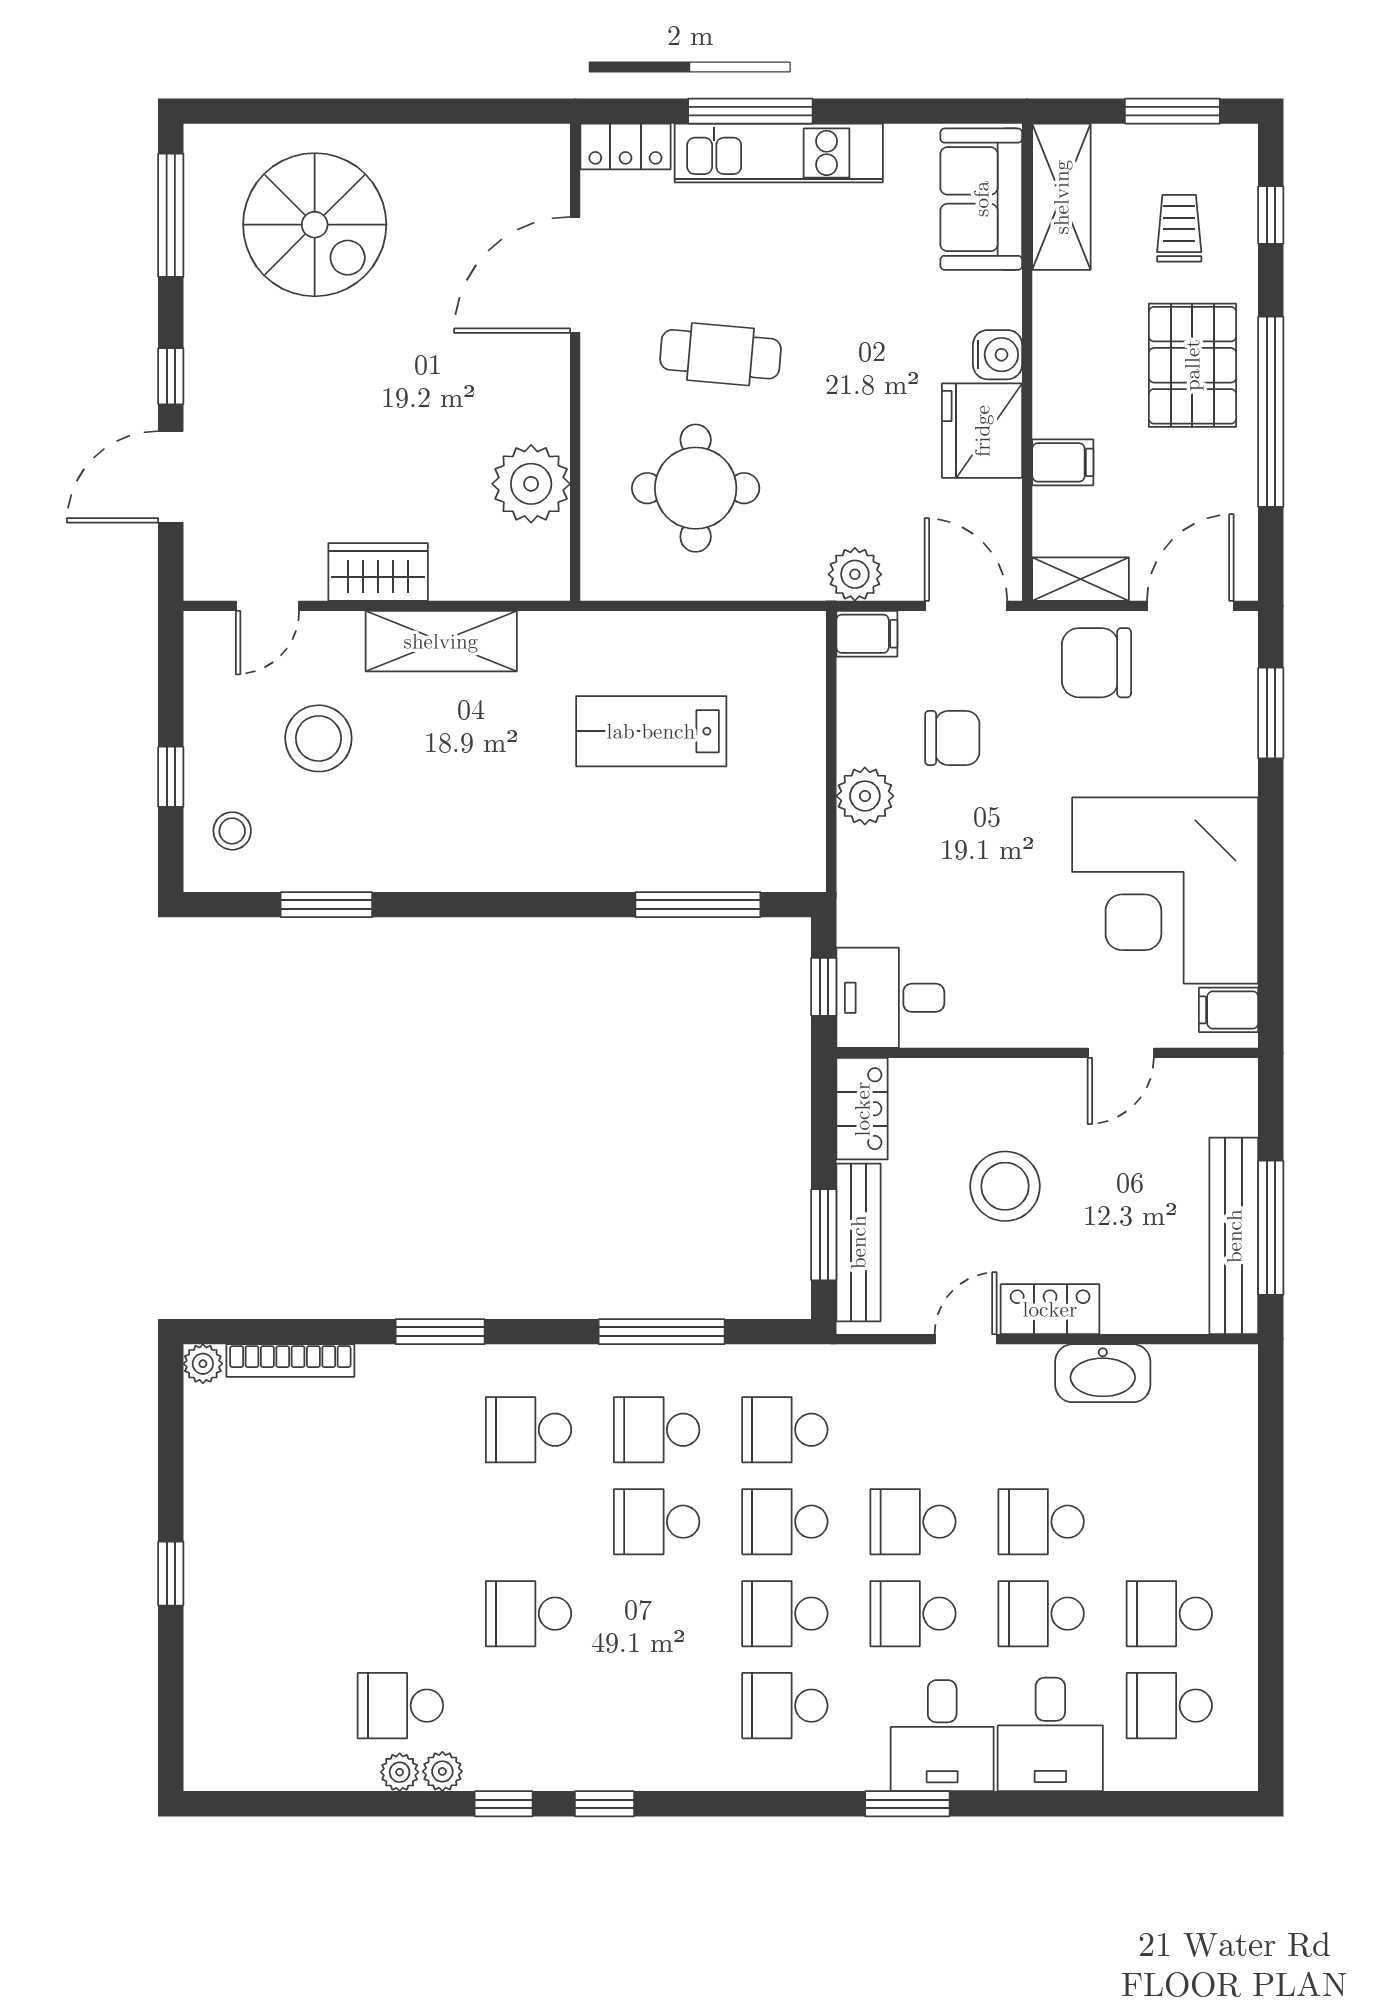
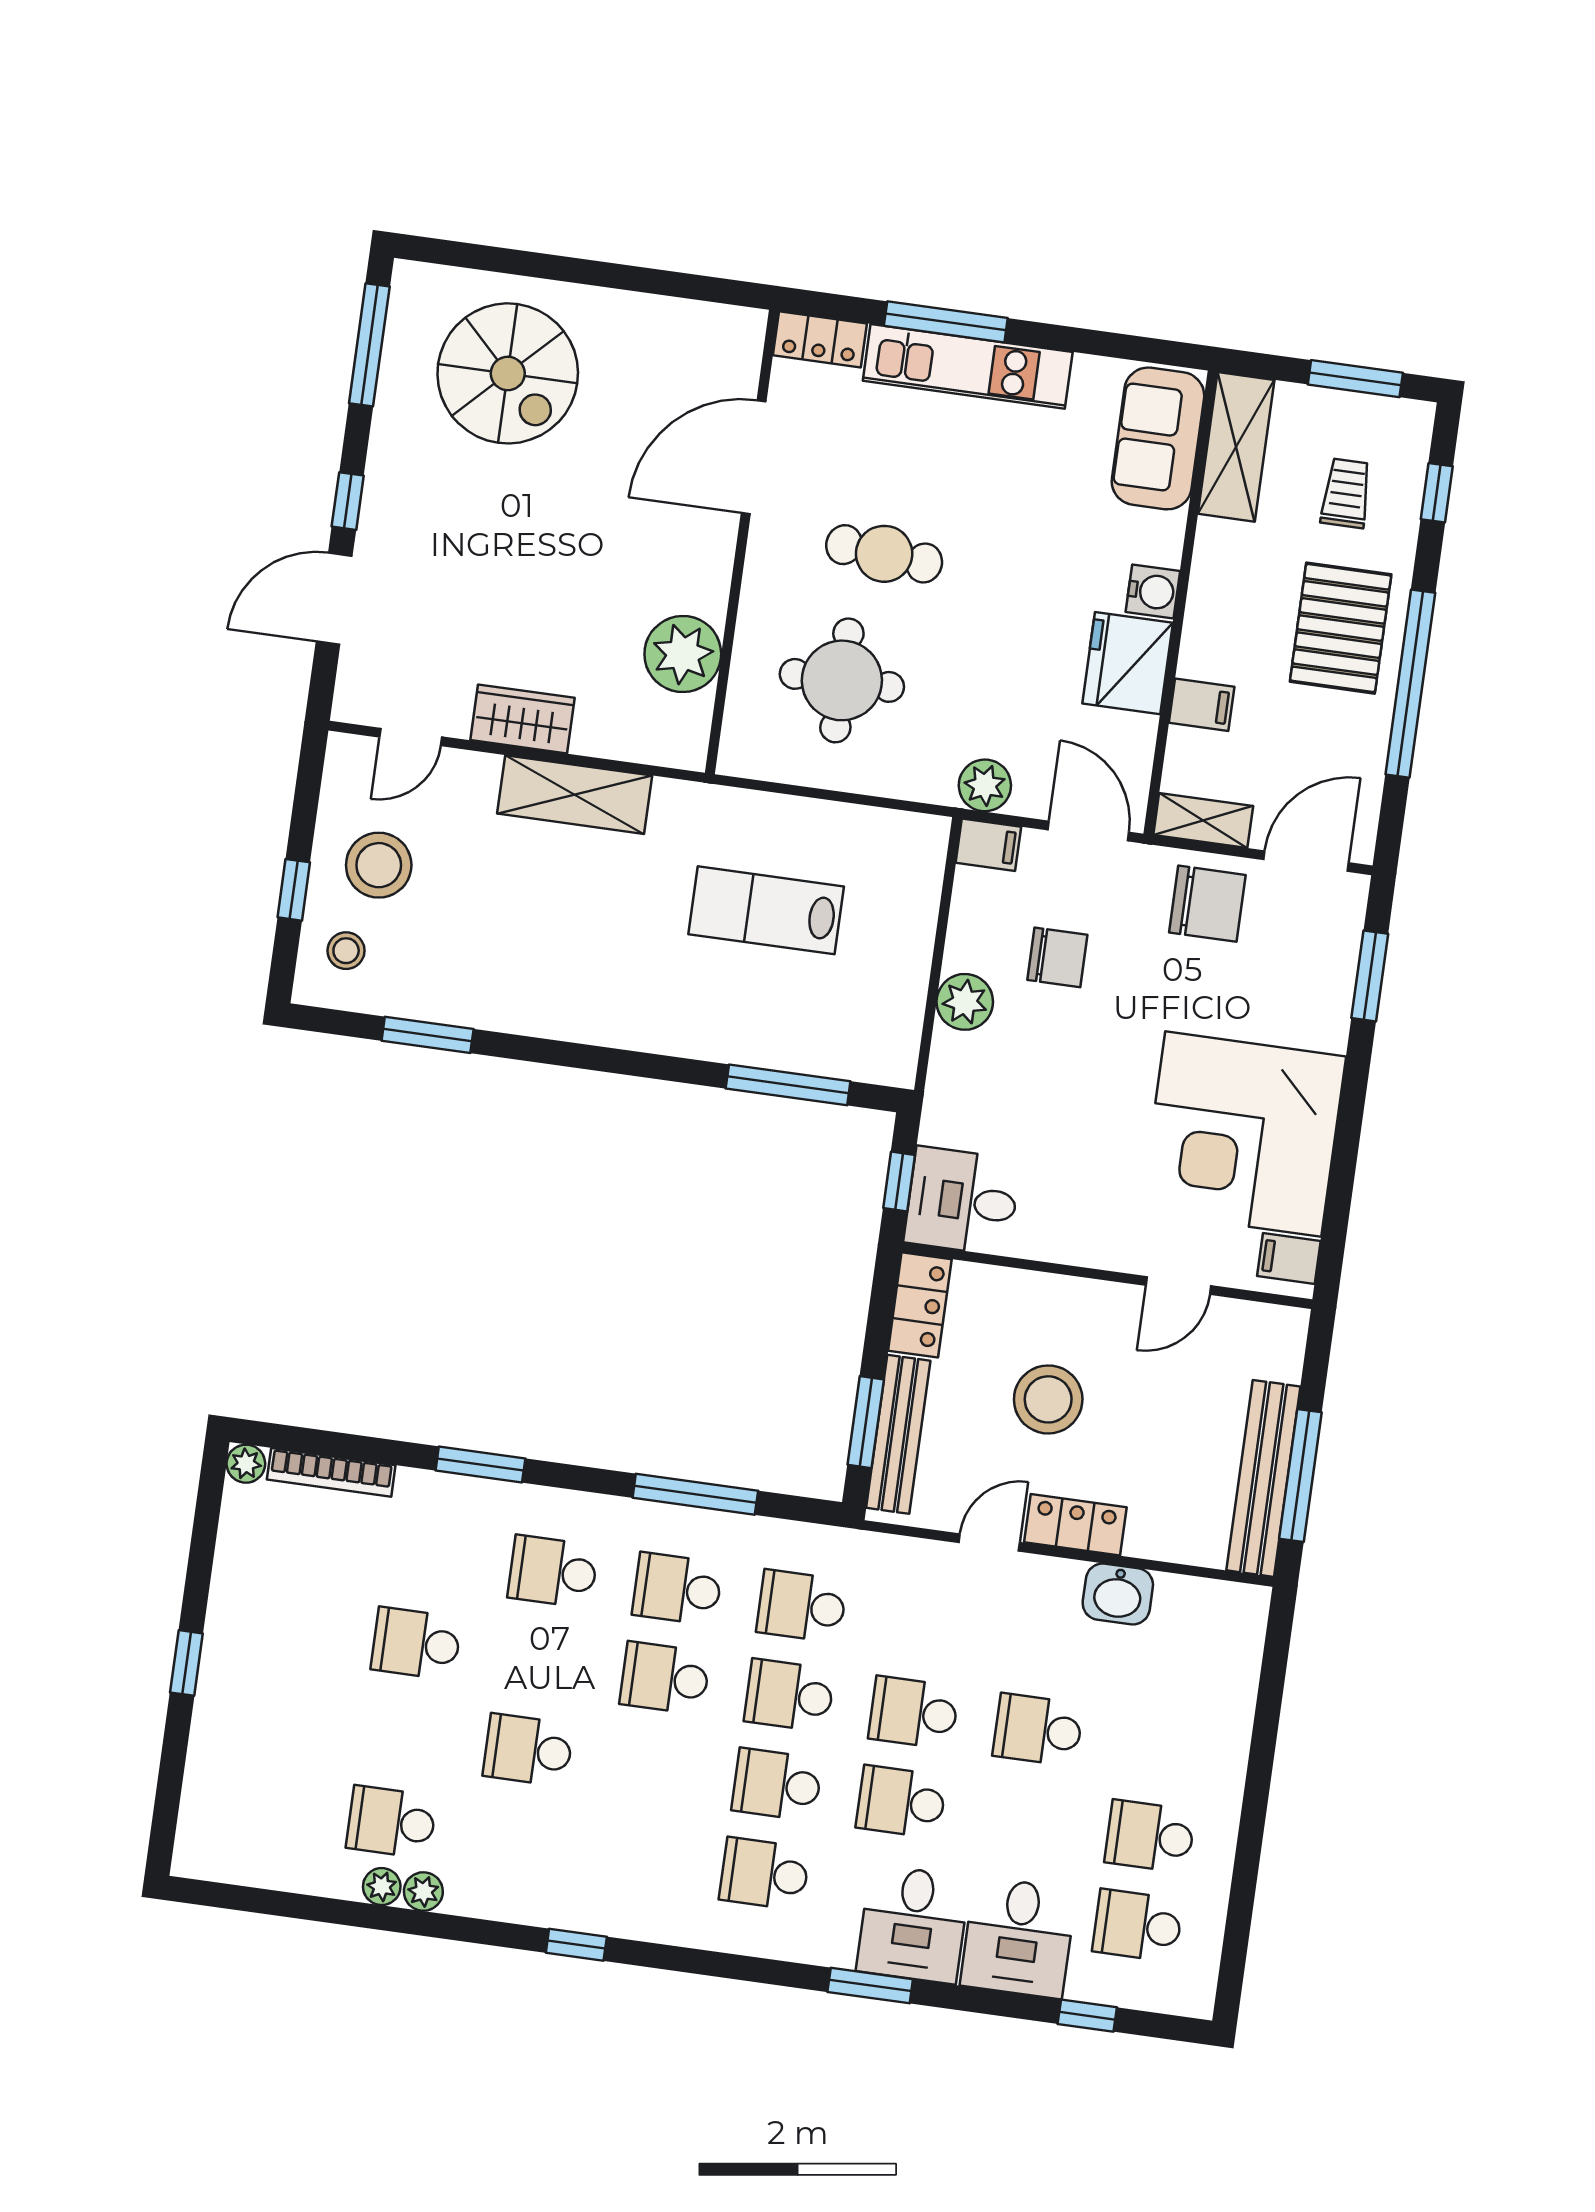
chair: (1096, 663) -> (1207, 904), turned 180
stool: (318, 738) -> (379, 865), moved
washbasin: (1103, 1373) -> (1118, 1594), width x0.72
school desk: (1041, 1614) -> (416, 1644), moved
window: (504, 1804) -> (1087, 2016), moved

